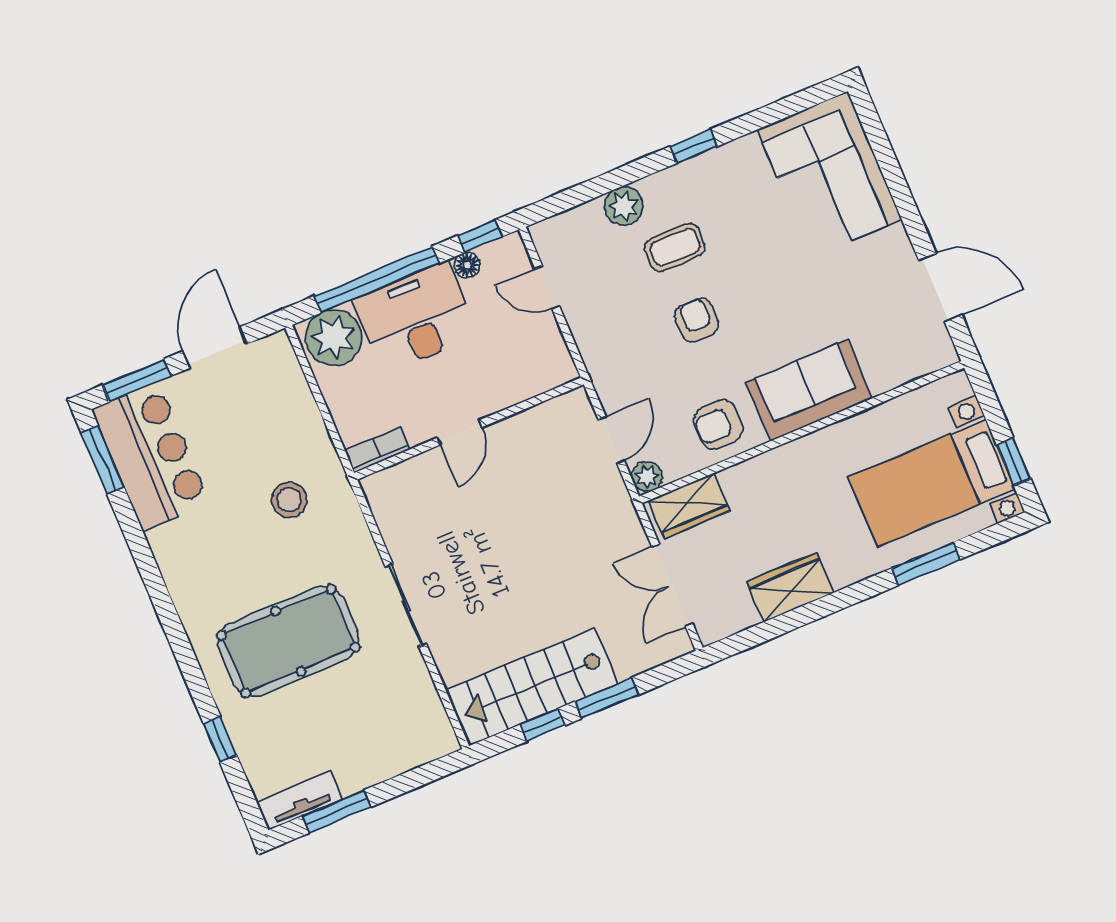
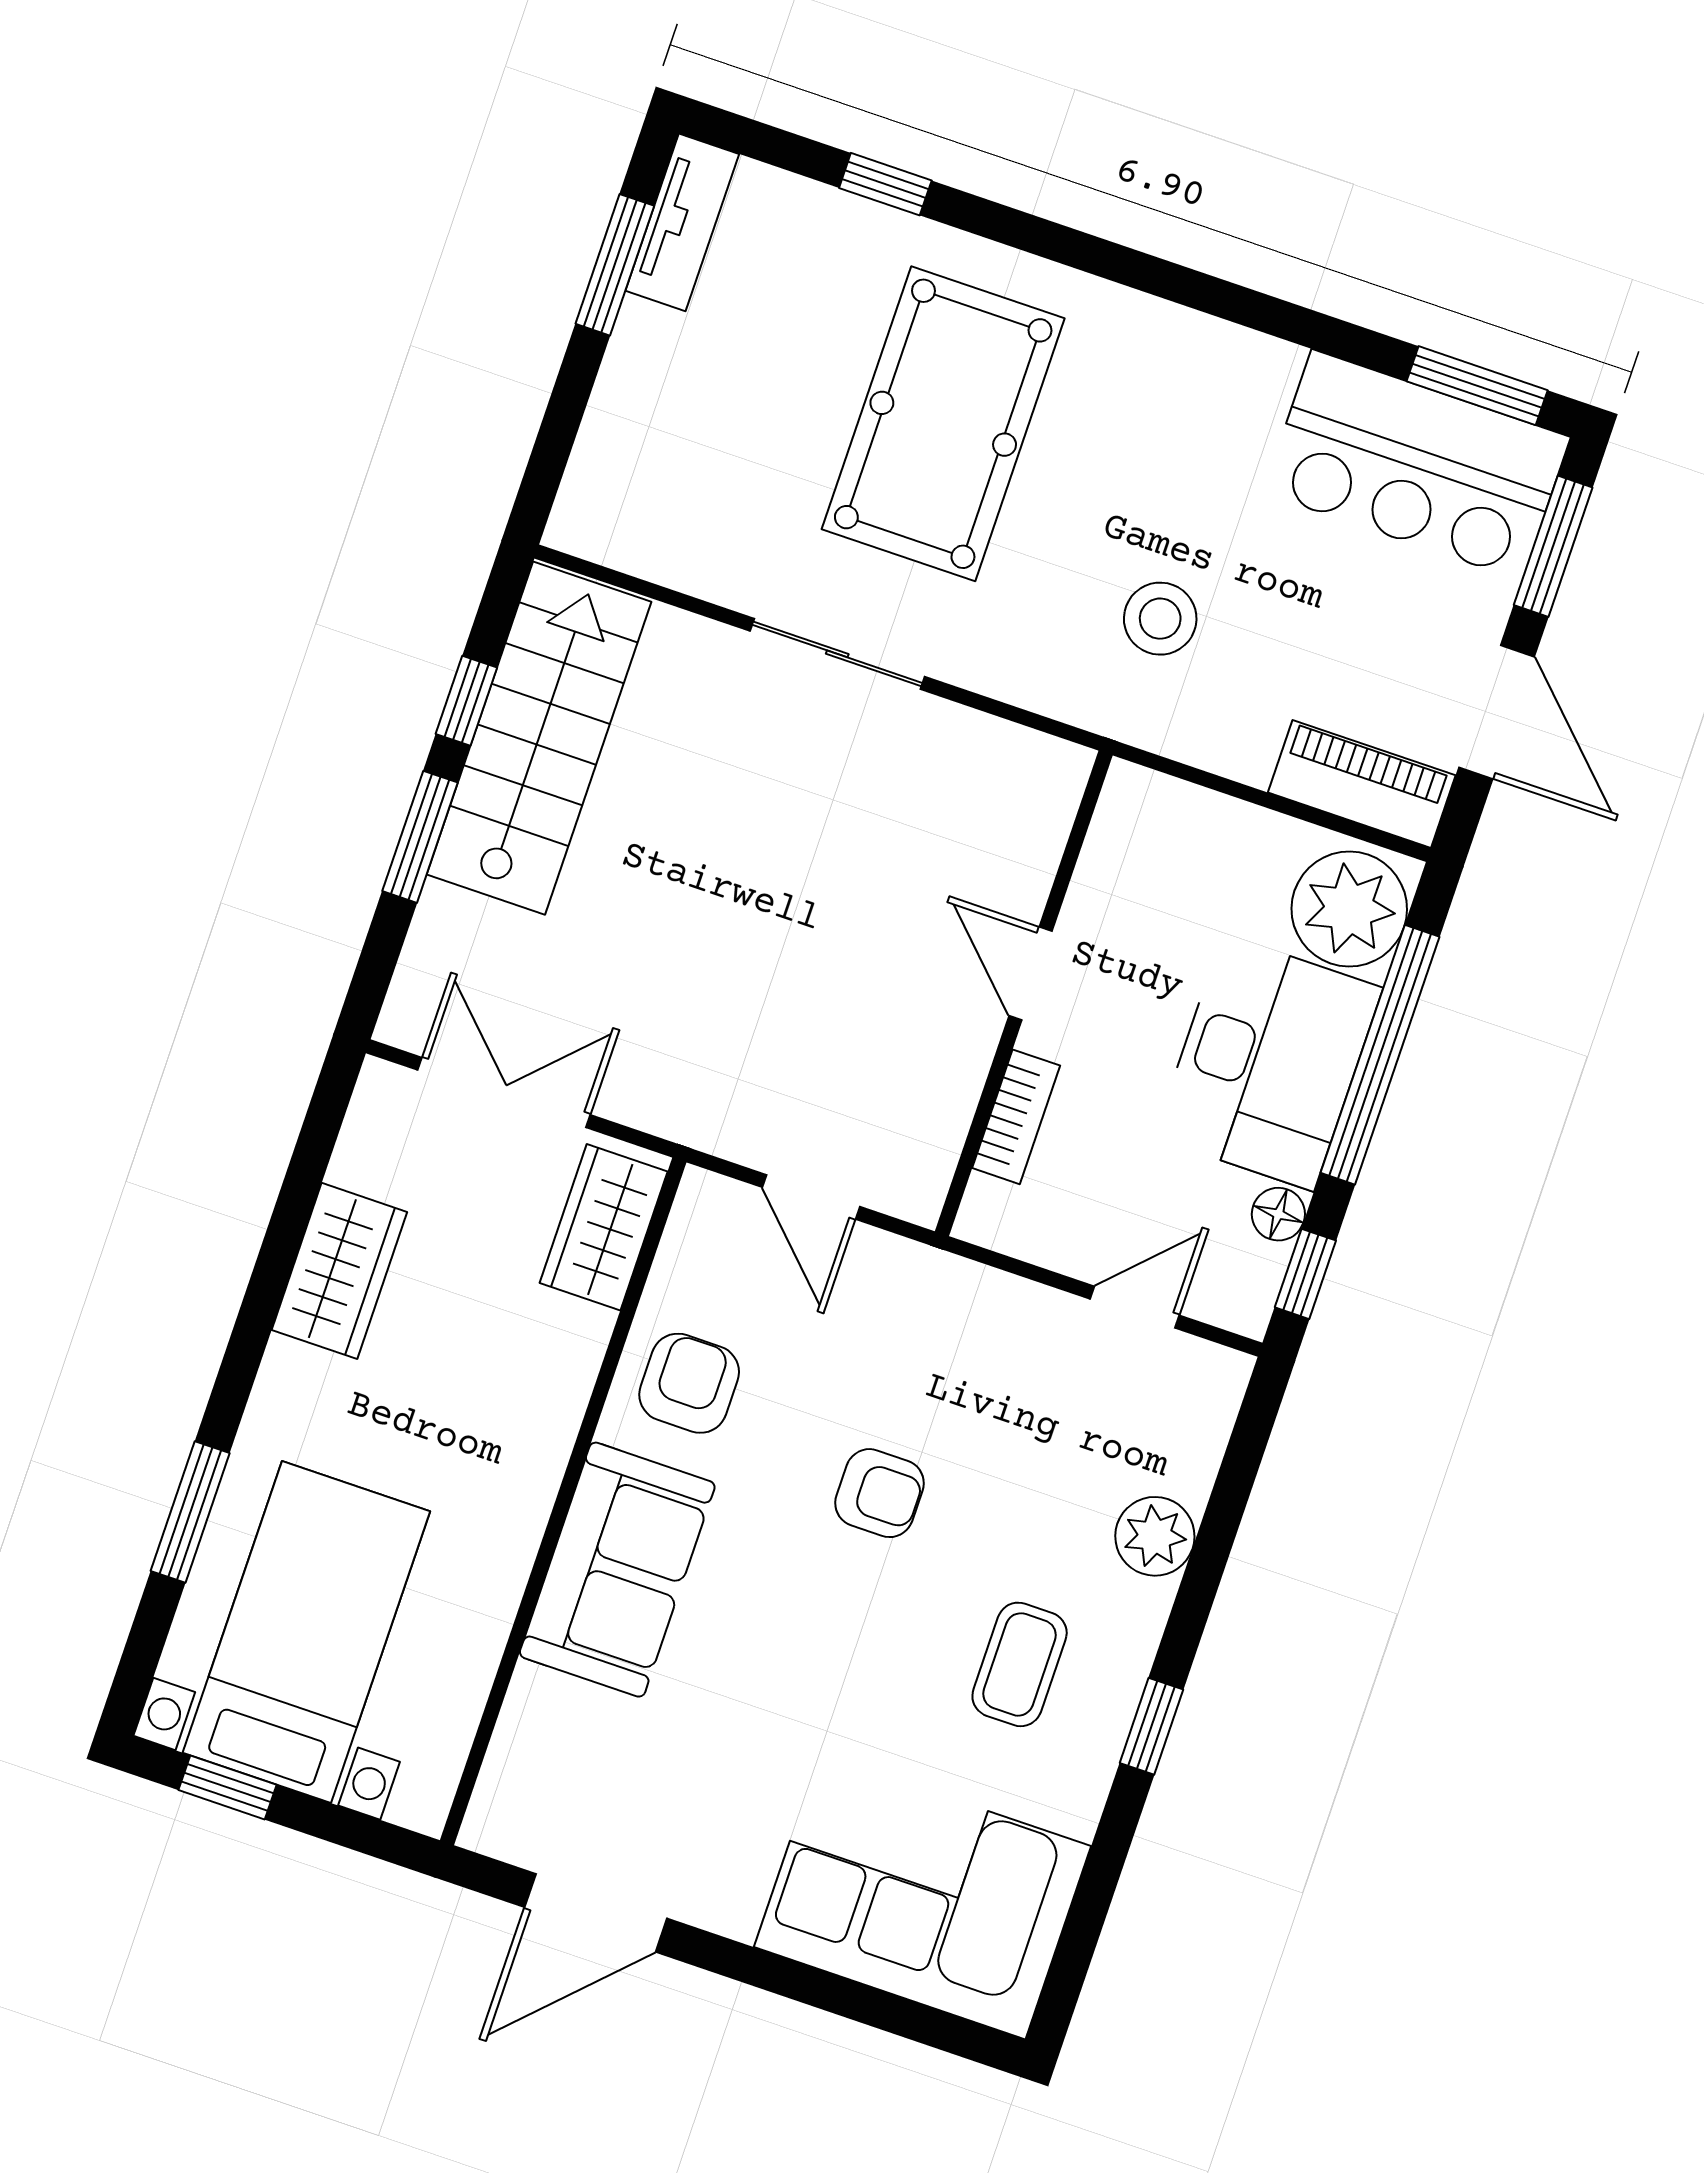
coffee table: (675, 247) -> (1020, 1664), moved
piano: (284, 373) -> (1362, 784), added
bookcase: (377, 450) -> (1016, 1117), moved
plant: (647, 477) -> (706, 1202), removed

